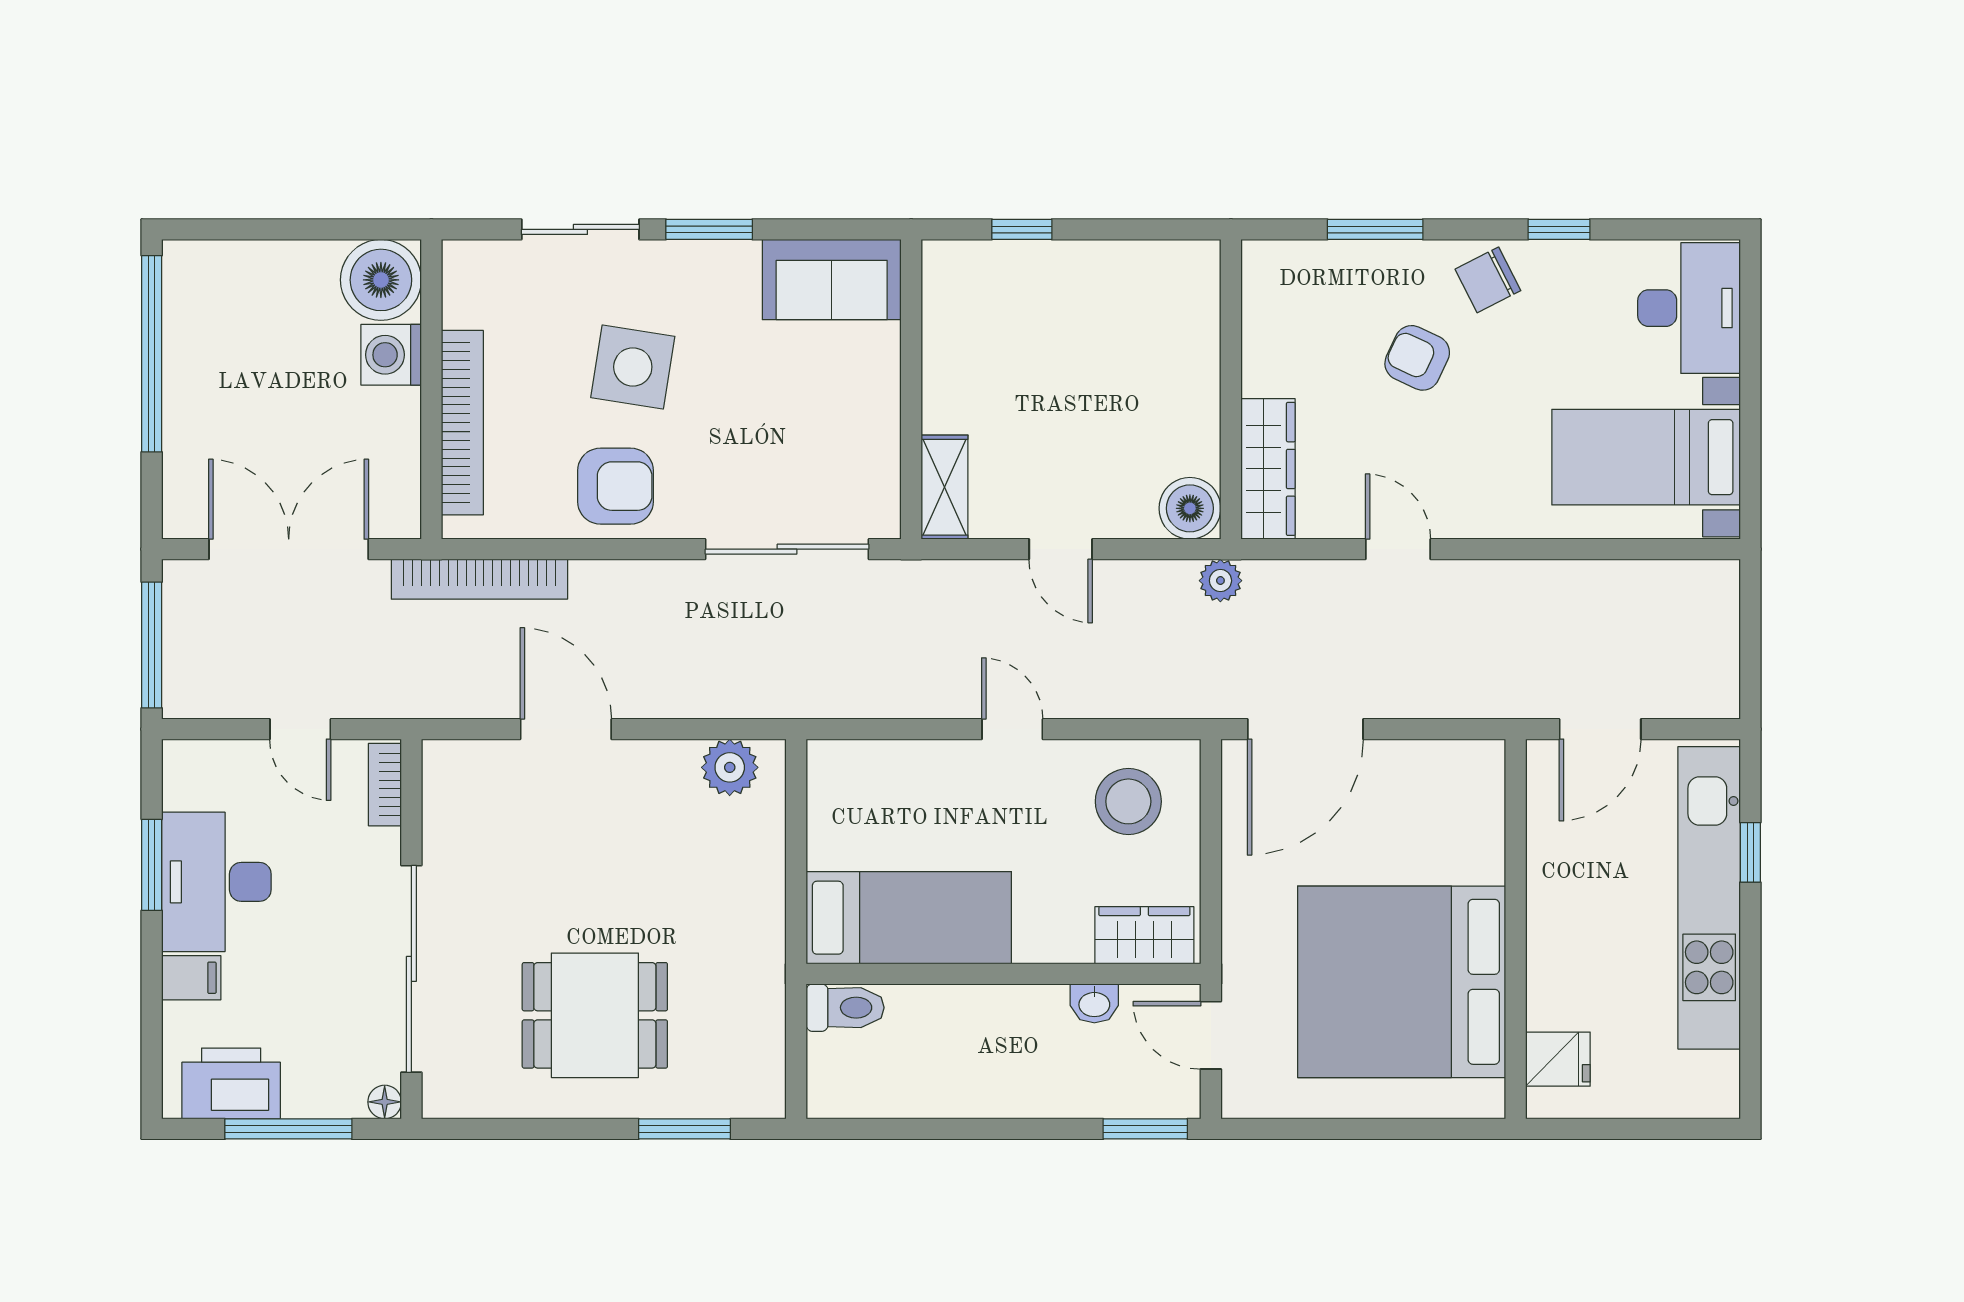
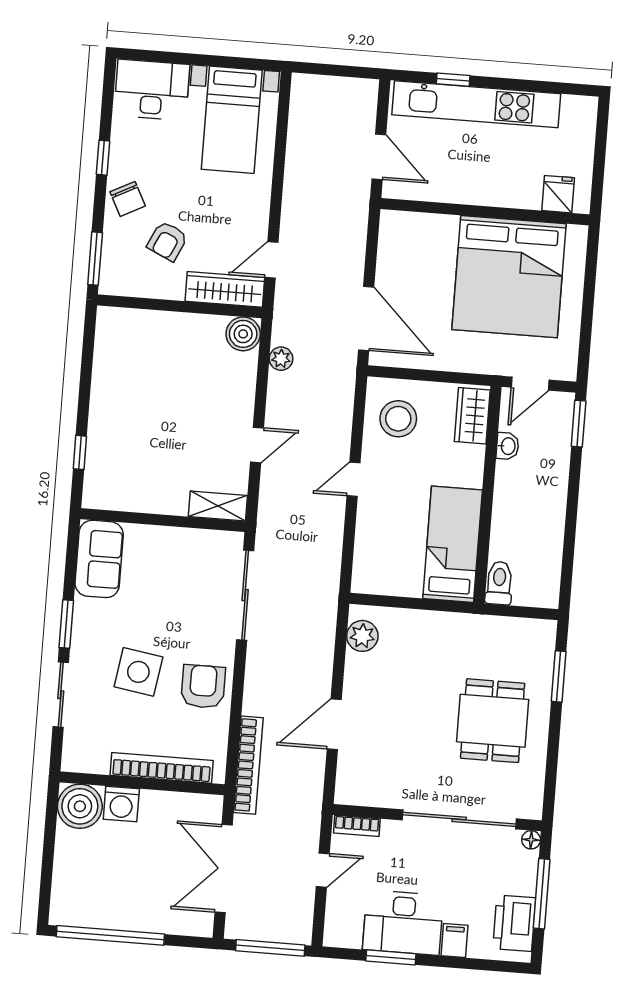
wall: (1231, 389) -> (180, 306), moved
wardrobe: (1268, 469) -> (225, 289), moved
boiler: (1190, 508) -> (243, 334), moved

